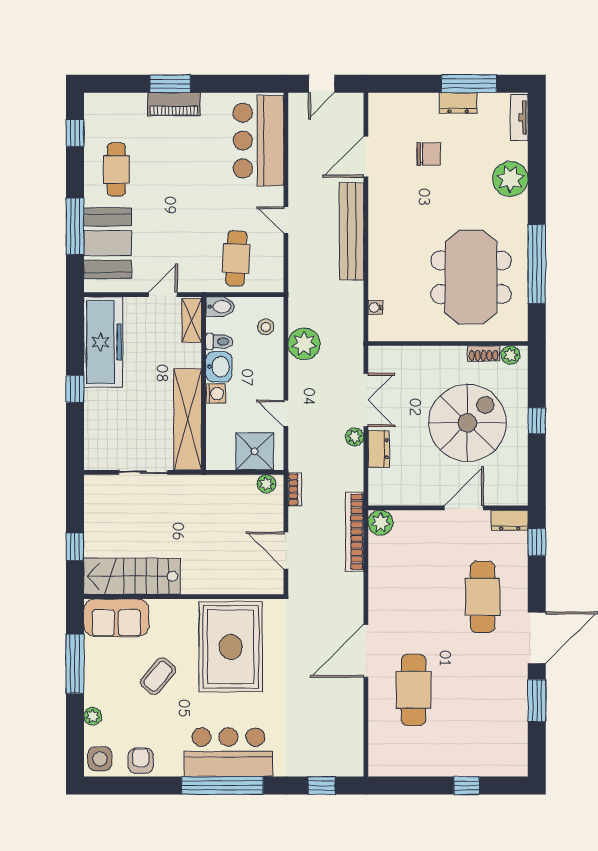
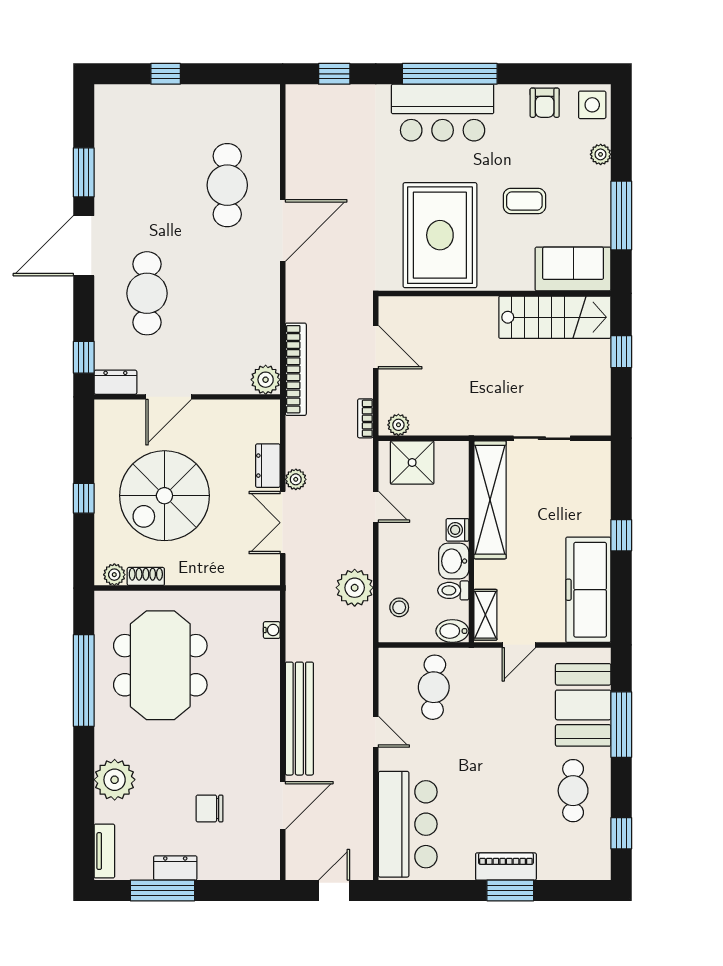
coffee table: (158, 676) -> (524, 201), turned 50

